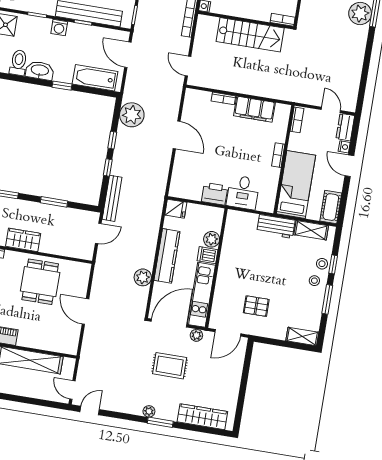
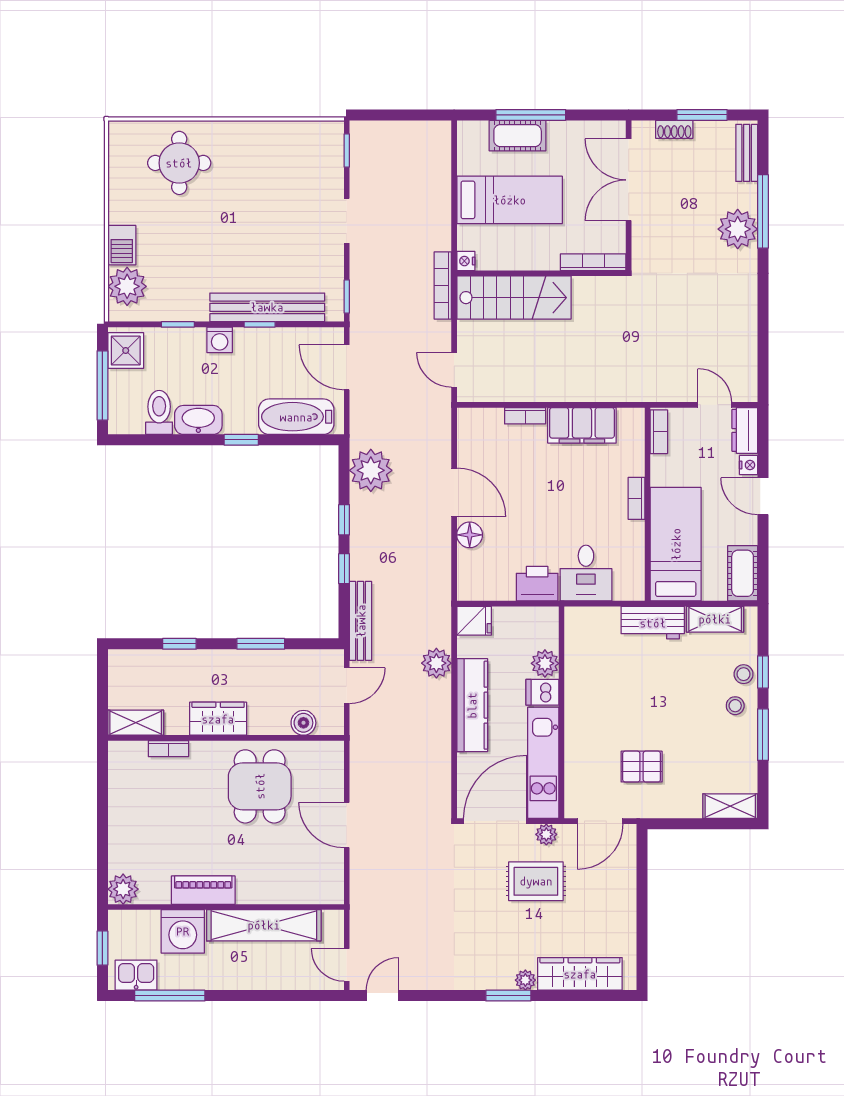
bookcase: (283, 20) -> (593, 262), width x1.56
stairs: (250, 35) -> (514, 298), moved
floor lamp: (181, 160) -> (470, 535), added
boiler: (71, 250) -> (303, 723), added
plant: (143, 277) -> (436, 663), moved
rug: (170, 366) -> (536, 881), moved
plant: (149, 411) -> (525, 980), moved

